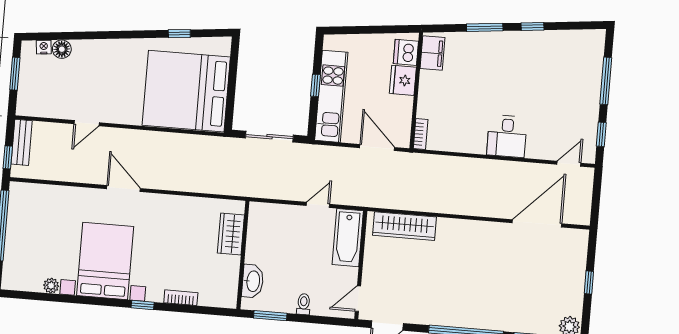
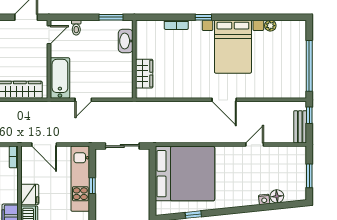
nightstand: (44, 47) -> (264, 199), moved
toilet: (304, 304) -> (76, 28), moved

